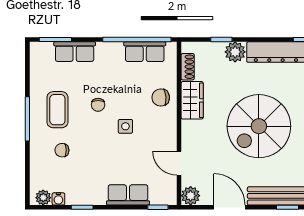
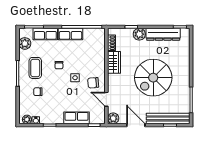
row of seats: (145, 52) -> (70, 34), moved
plant: (40, 68) -> (25, 43), added
chair: (161, 97) -> (93, 83), moved

